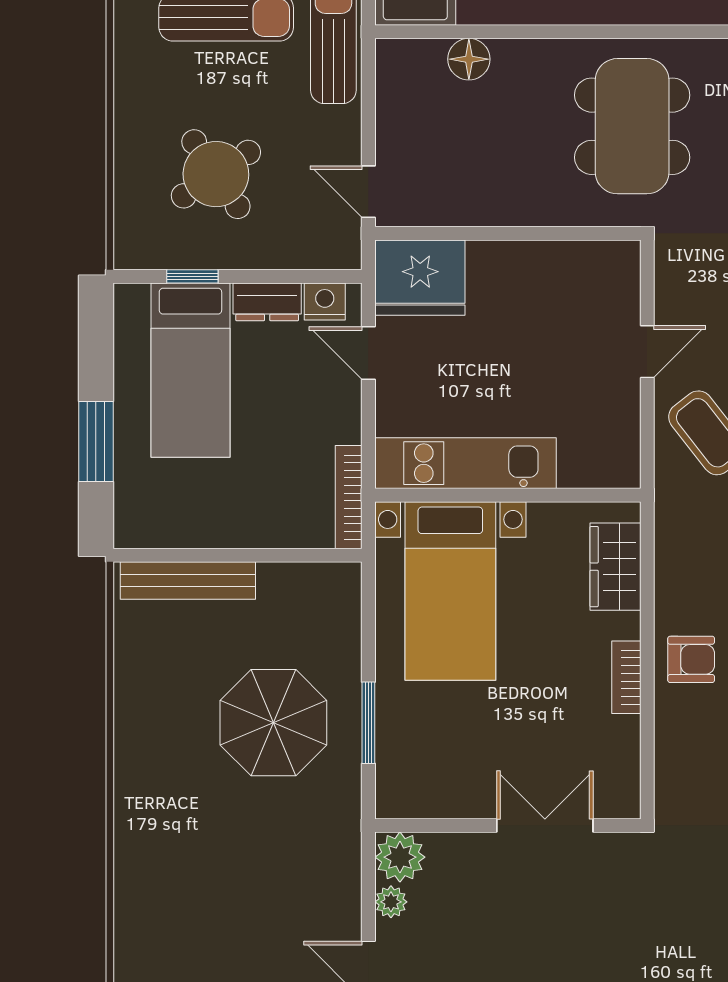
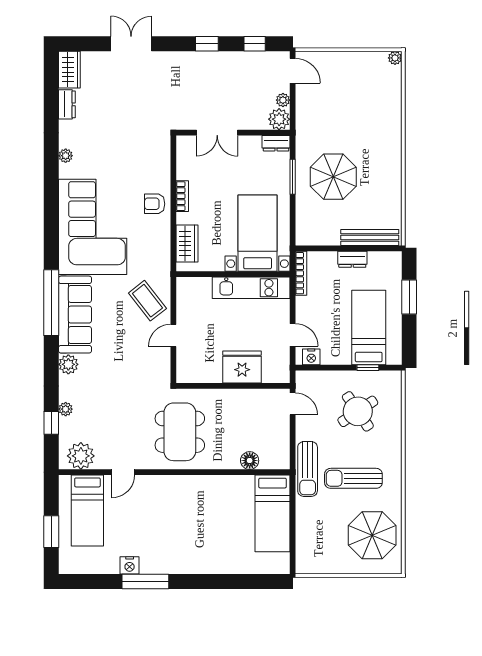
fridge: (420, 278) -> (242, 367), moved
dresser: (267, 302) -> (352, 259), moved, turned 180
dresser: (407, 801) -> (276, 143), added

